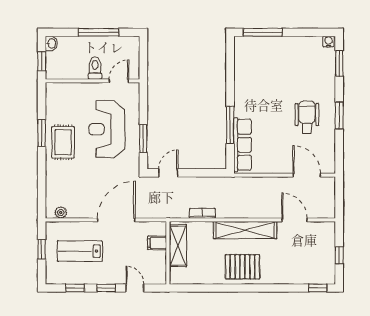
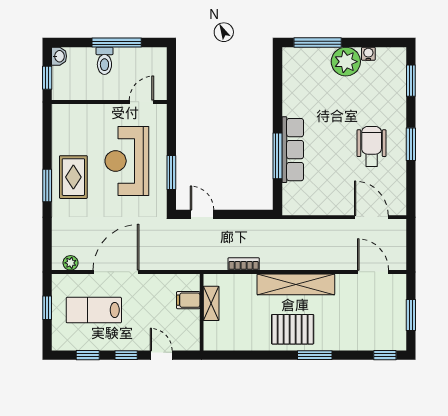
water cooler: (328, 41) -> (368, 54), moved
plant: (286, 48) -> (346, 62), added
toilet: (95, 68) -> (104, 61), moved, turned 180
window: (42, 133) -> (47, 186), moved
row of seats: (243, 145) -> (293, 150), moved
door: (168, 173) -> (202, 214), hinge flipped
door: (116, 220) -> (116, 272), moved
door: (295, 220) -> (373, 272), moved
shelving: (178, 246) -> (211, 303), width x0.67, depth x0.75
window: (339, 255) -> (411, 315), width x1.50
window: (261, 288) -> (315, 355), added

